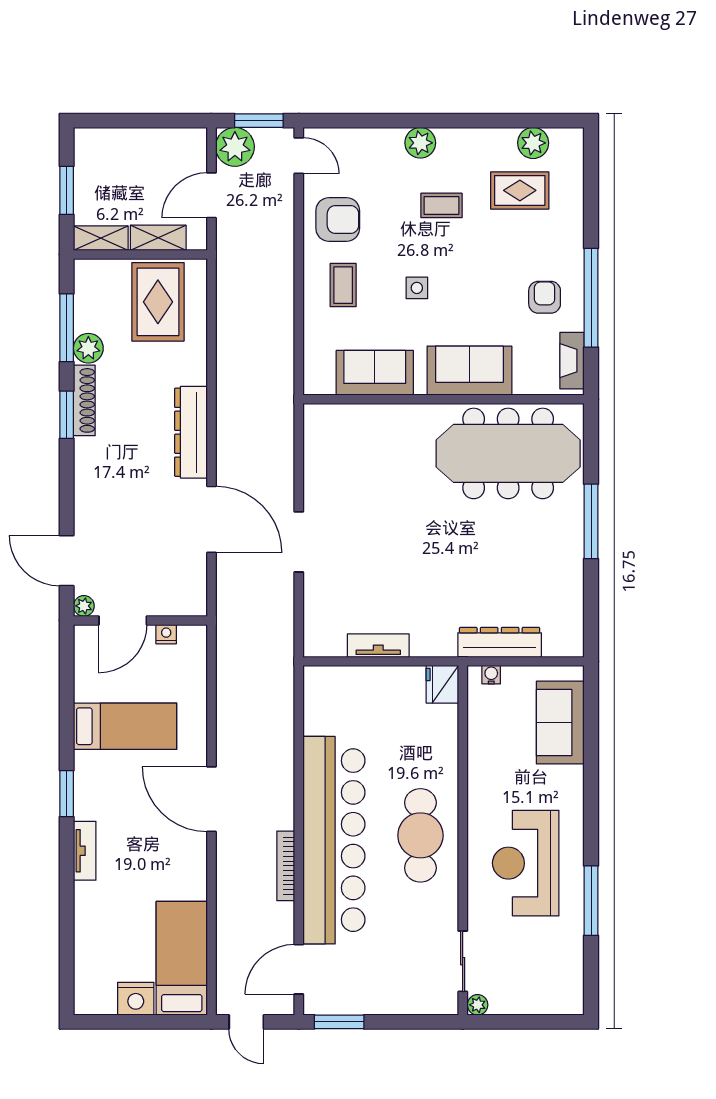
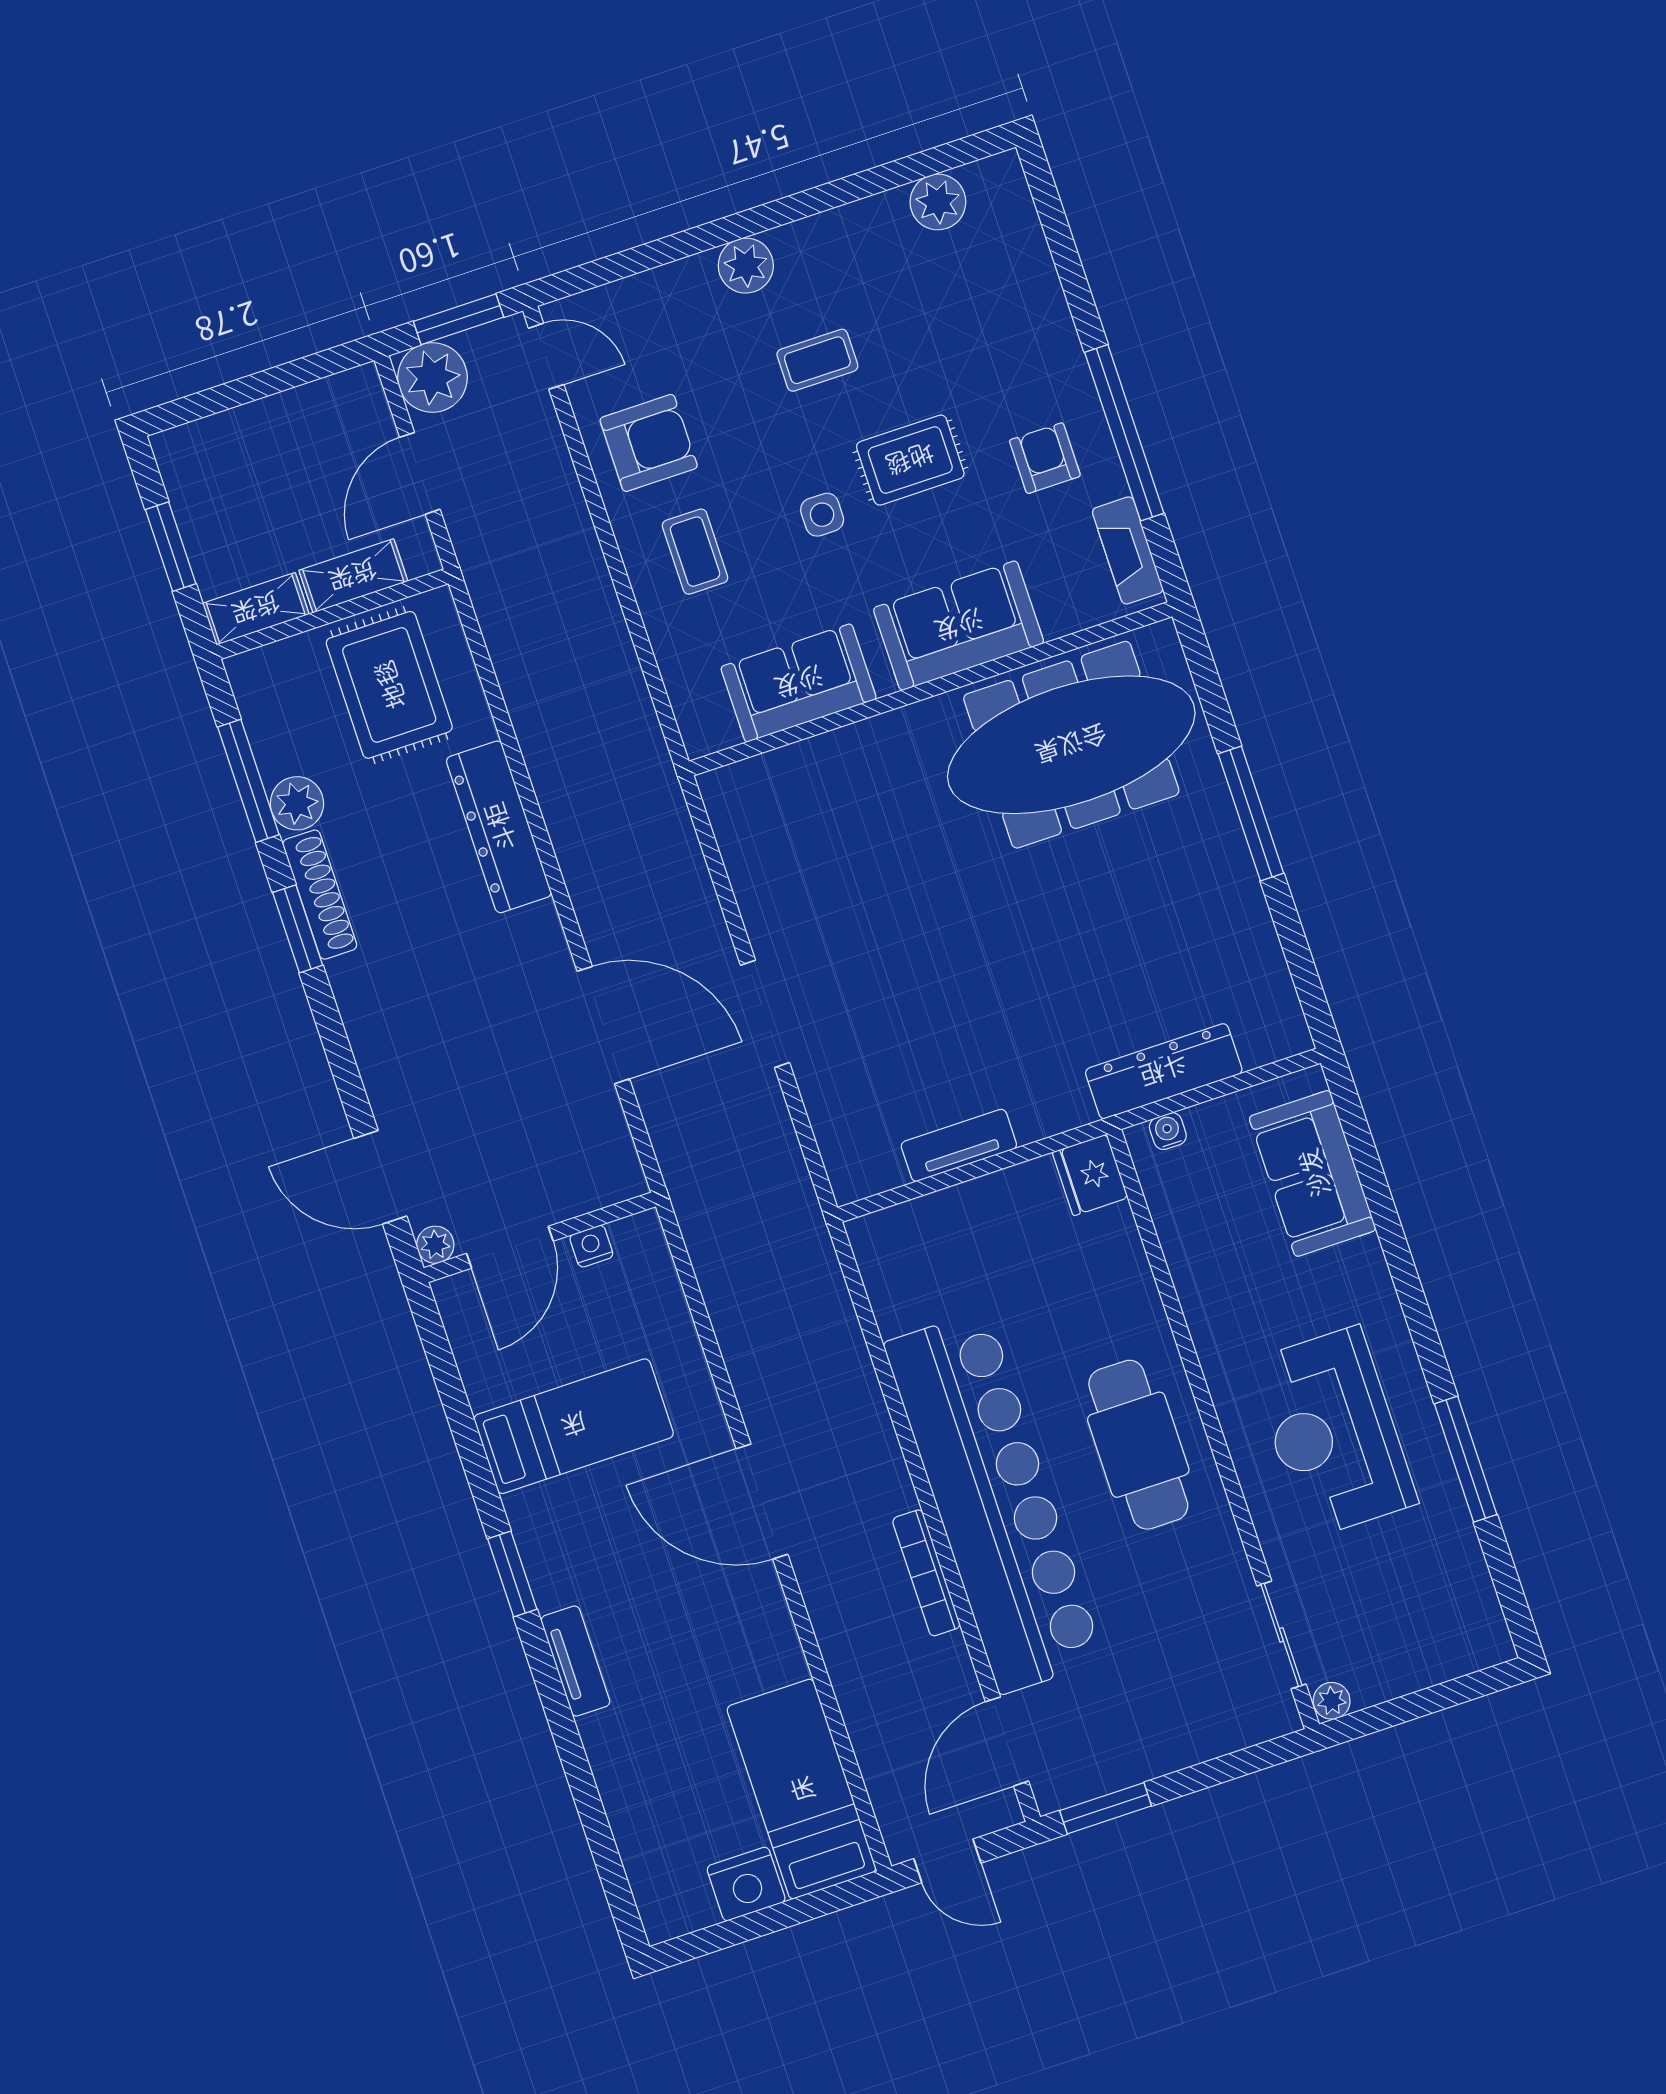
rug: (520, 190) -> (910, 460), moved
dresser: (191, 432) -> (499, 827), moved

